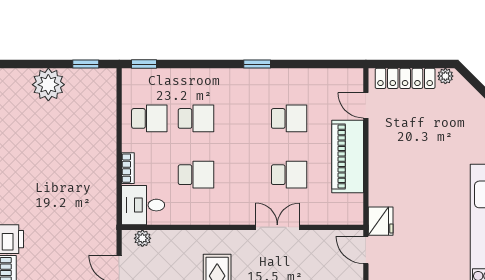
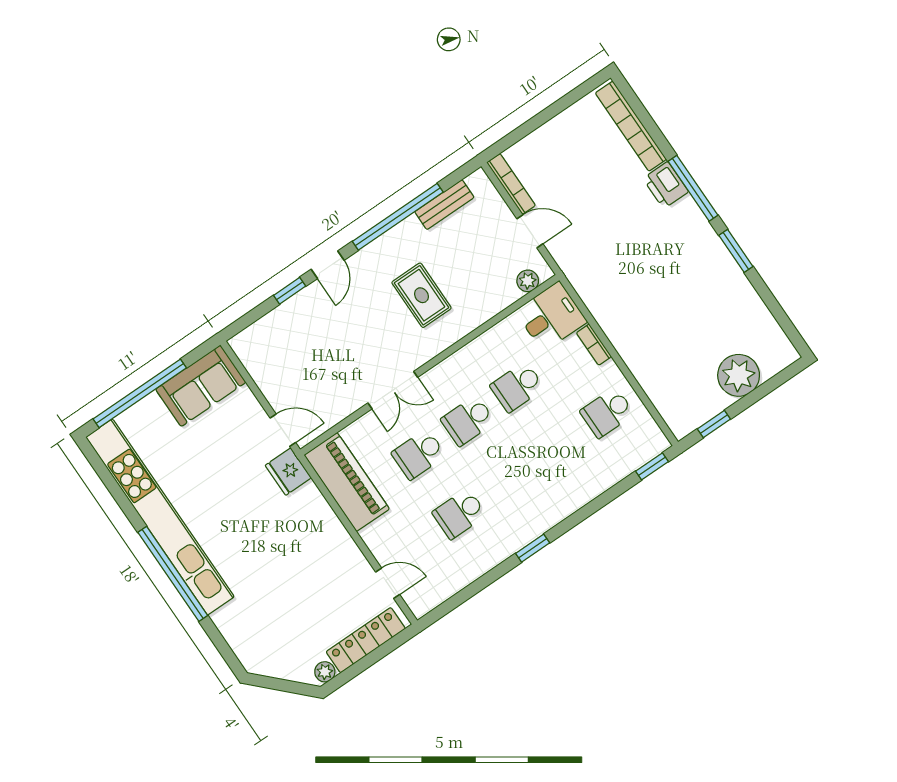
school desk: (196, 118) -> (468, 421), moved
piano: (348, 156) -> (347, 482), moved

